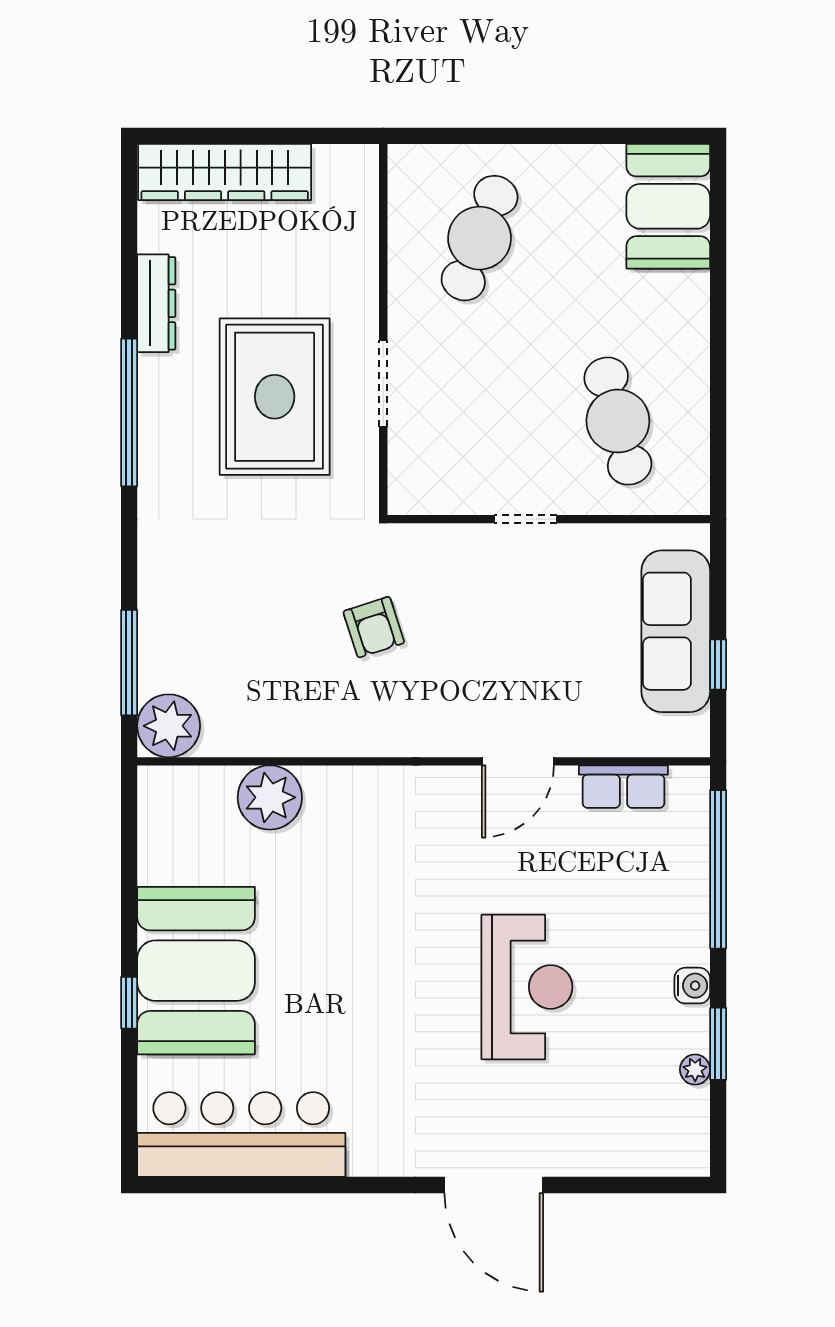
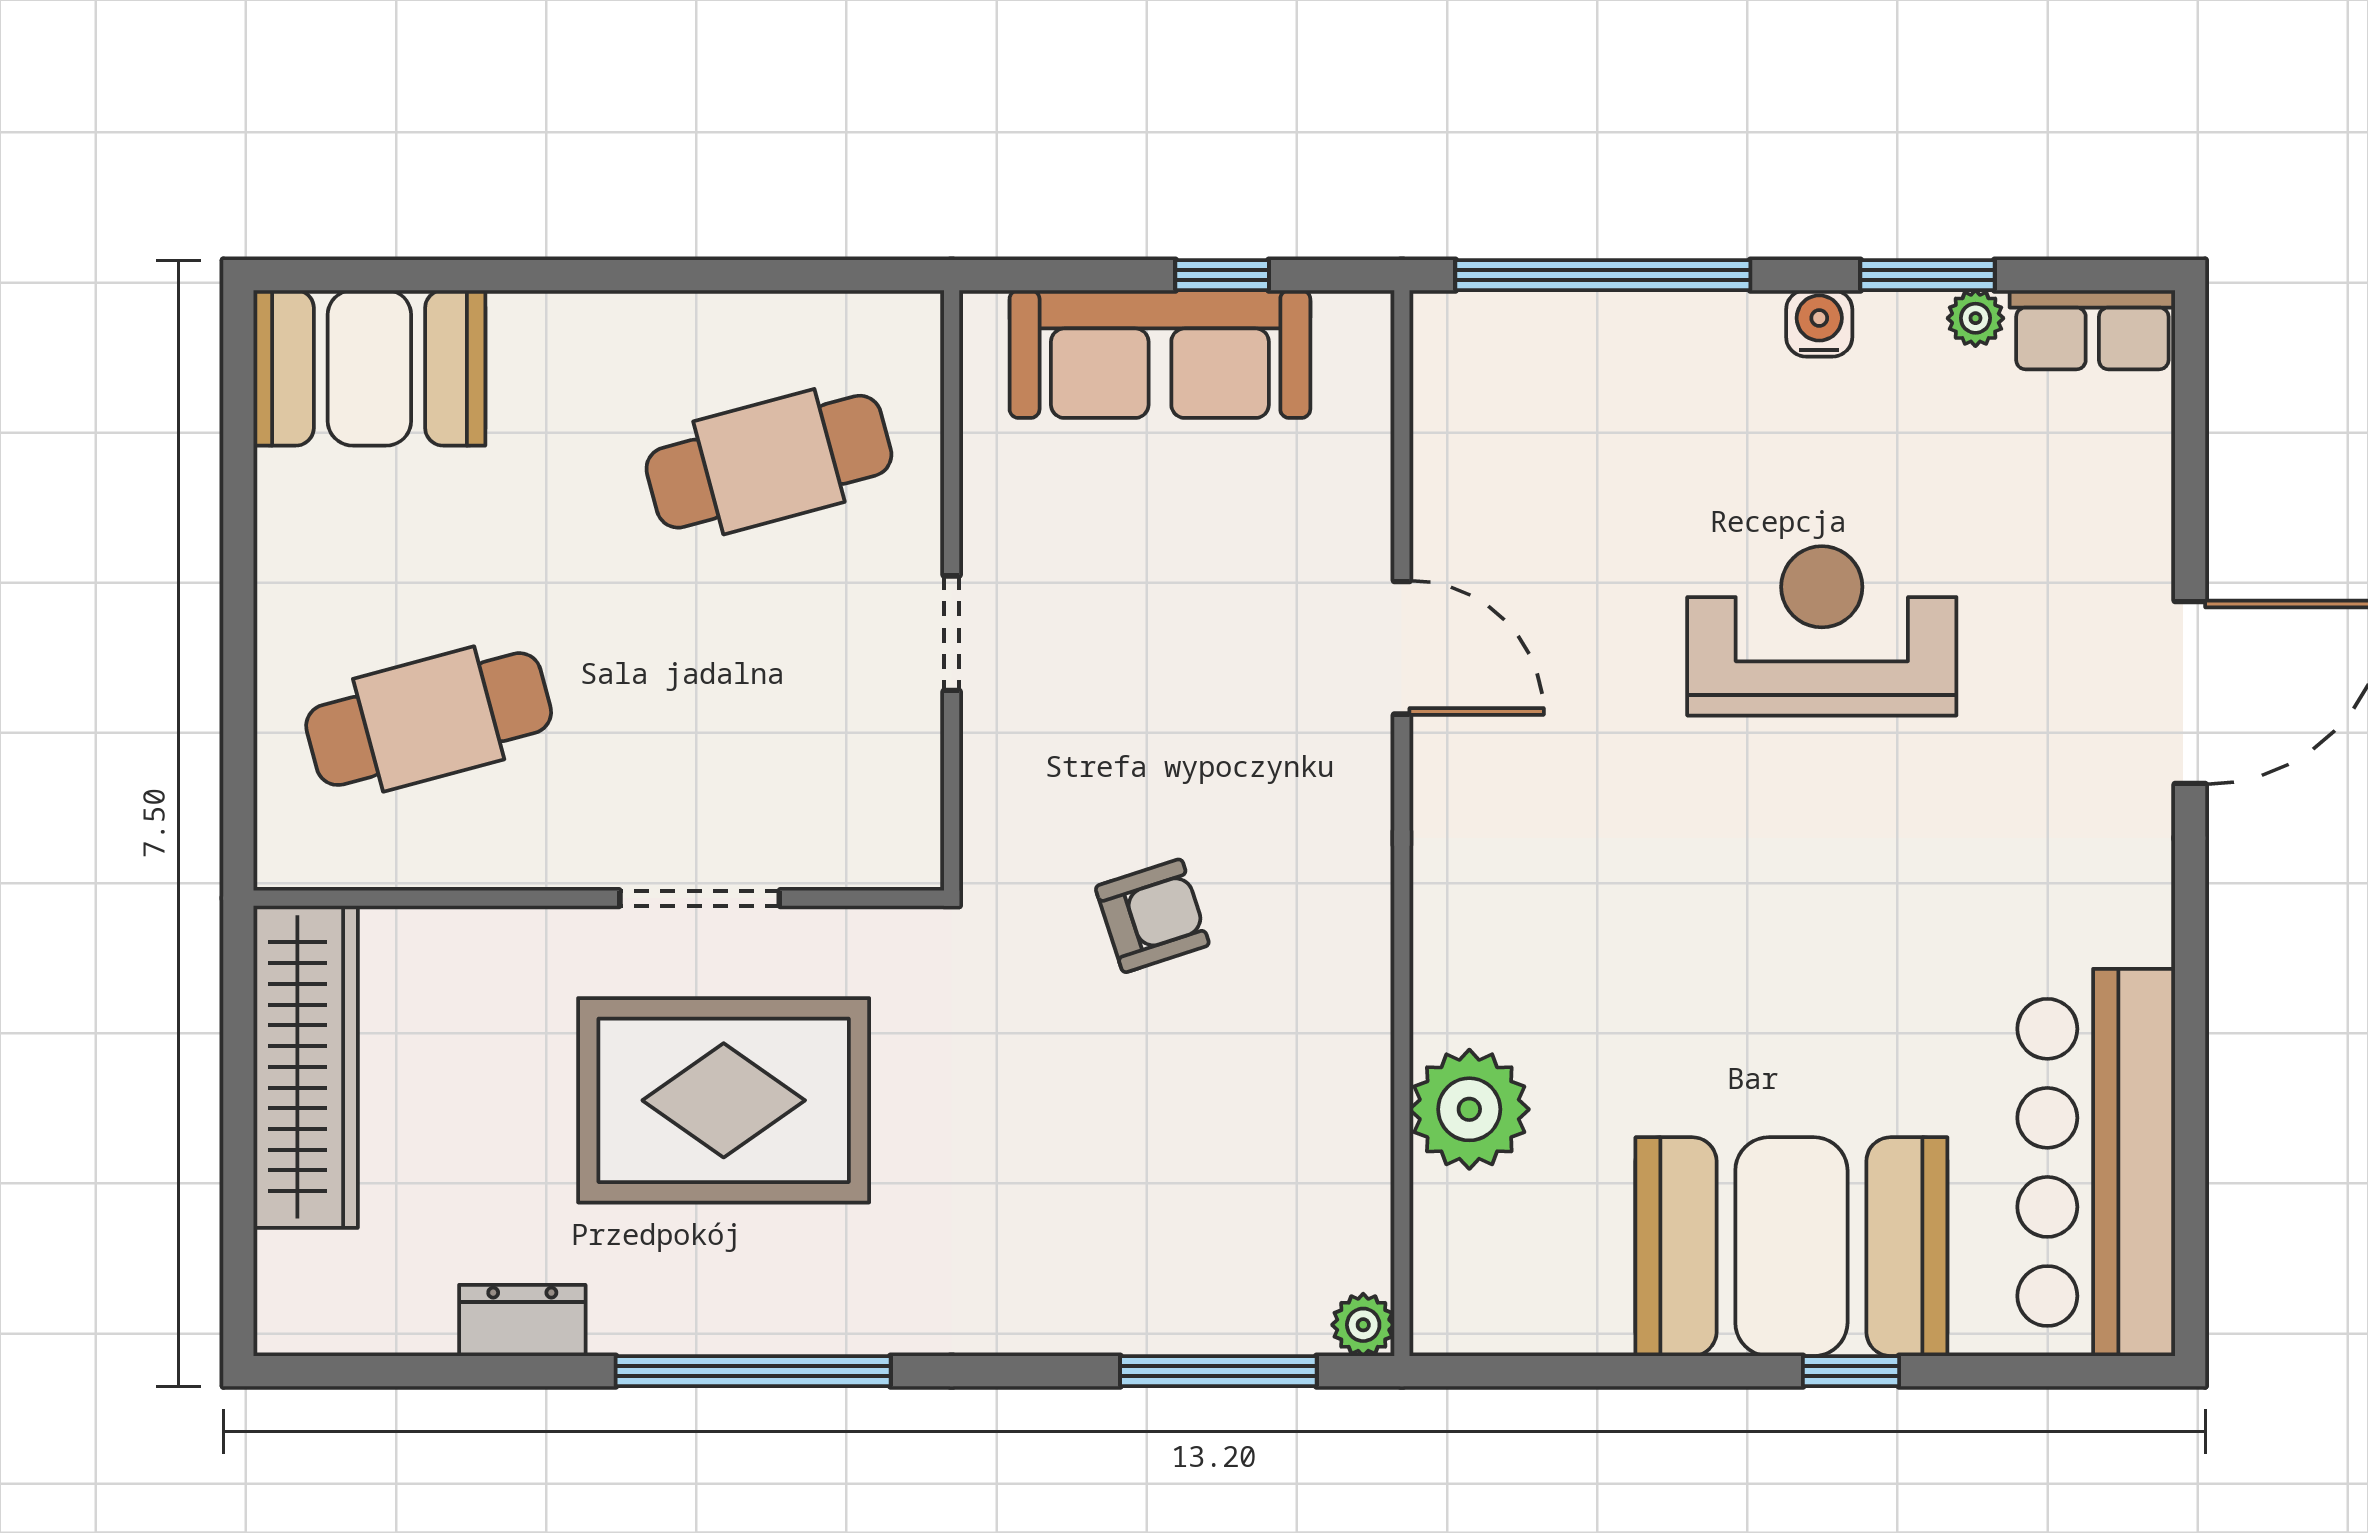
wardrobe: (225, 172) -> (306, 1067), moved
cafe table: (480, 238) -> (429, 719), turned -36
dresser: (156, 303) -> (522, 1320), width x0.70
plant: (169, 726) -> (1363, 1325), width x0.53, depth x0.53
row of seats: (623, 787) -> (2092, 330), moved, turned 90

